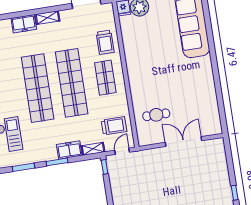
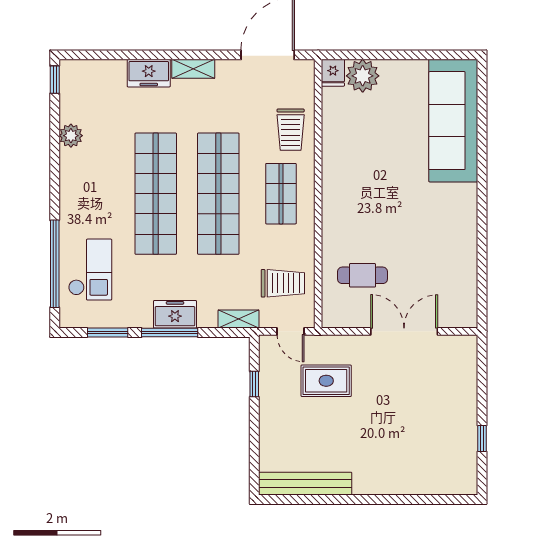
freezer: (69, 150) -> (175, 314), moved
door: (122, 151) -> (290, 331), swing flipped
window: (57, 162) -> (170, 332), width x1.44
window: (105, 167) -> (254, 384), moved
rug: (146, 175) -> (326, 381), added

